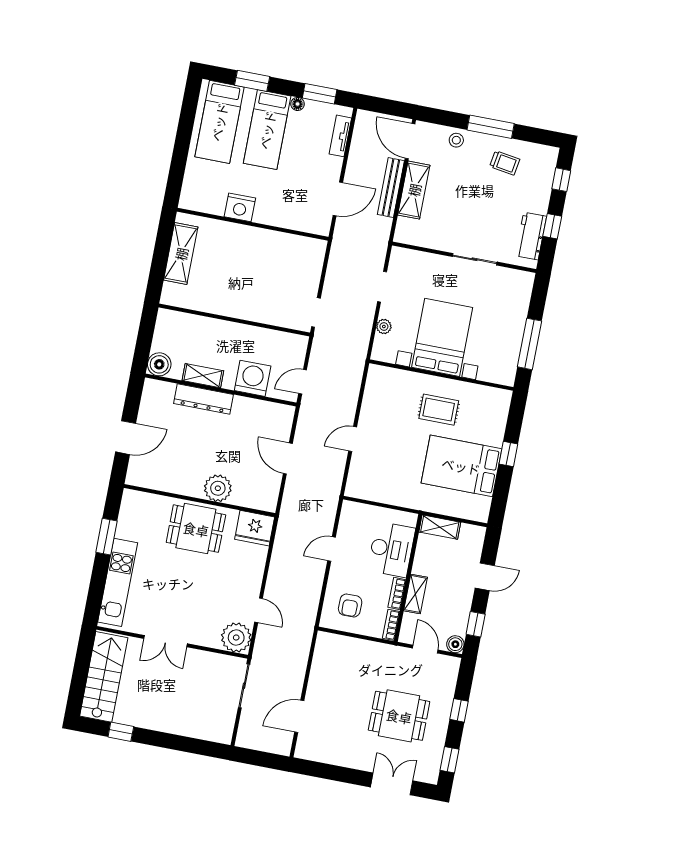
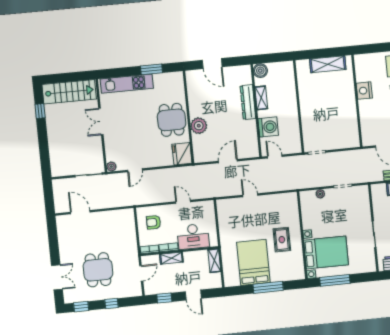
bed with nightstands: (442, 337) -> (326, 252), moved
window: (508, 454) -> (268, 287), width x2.17
plant: (236, 638) -> (111, 167), width x0.53, depth x0.53
boiler: (455, 644) -> (149, 290), removed

